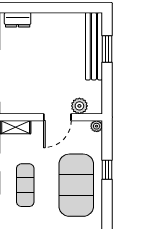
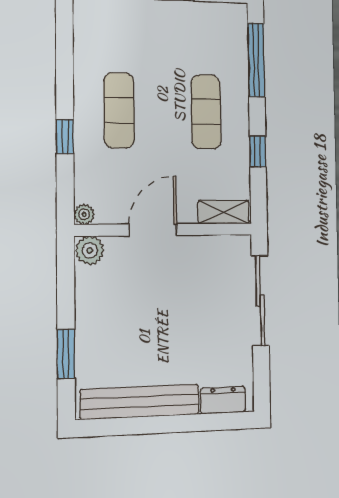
bench: (94, 46) -> (140, 402), moved, turned 90
plant: (79, 106) -> (90, 250), moved
exercise mat: (76, 185) -> (119, 110), width x0.50, depth x0.69

